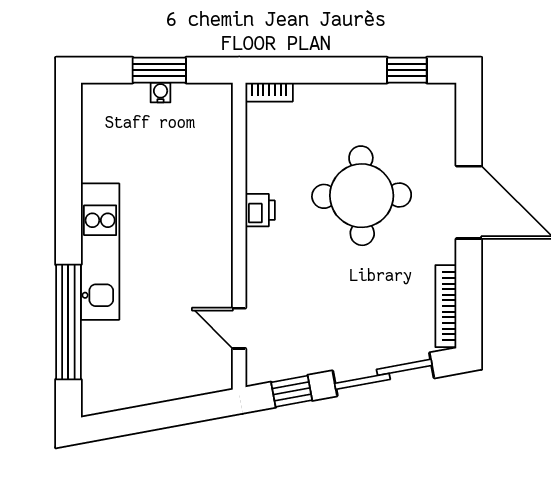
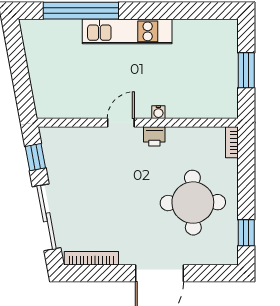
water cooler: (161, 92) -> (158, 112), moved, turned 90
round table: (362, 196) -> (193, 203), moved
door: (239, 328) -> (121, 123), moved

